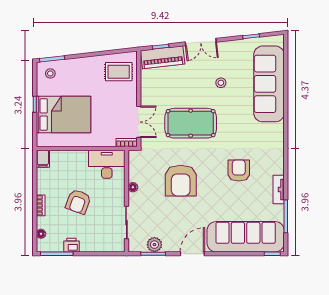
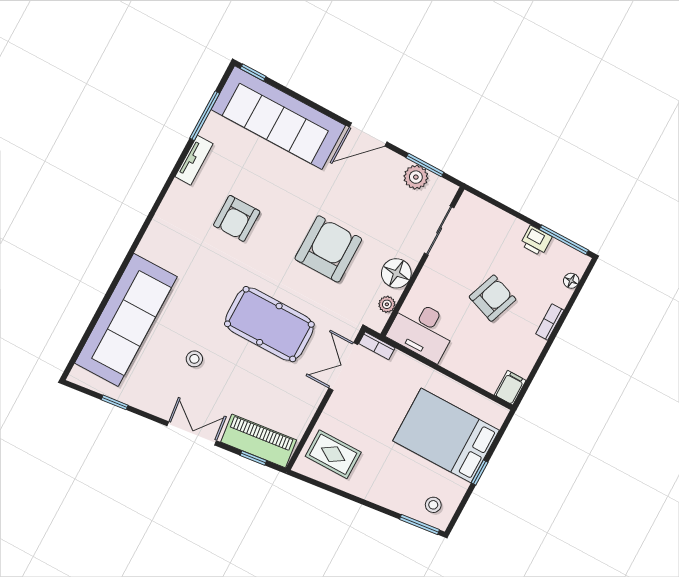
plant: (133, 168) -> (387, 304), added
floor lamp: (133, 187) -> (396, 273), width x1.89, depth x1.89

